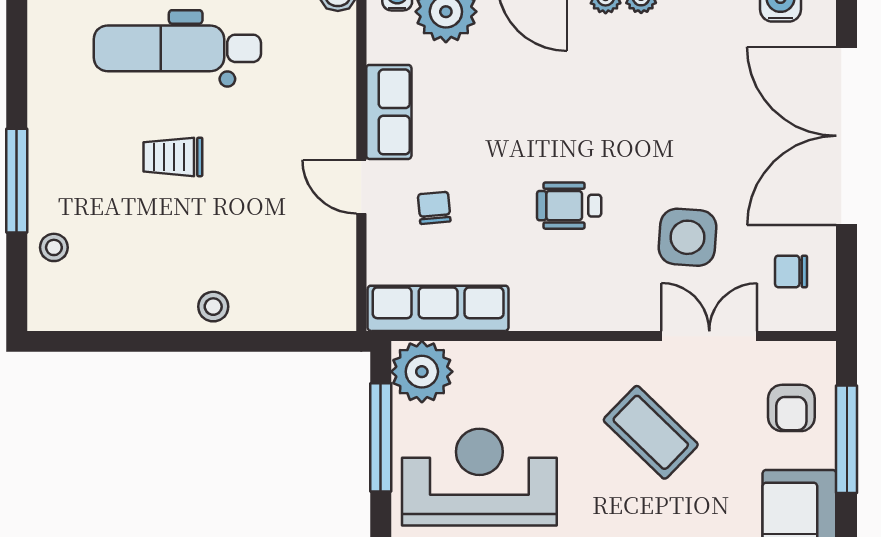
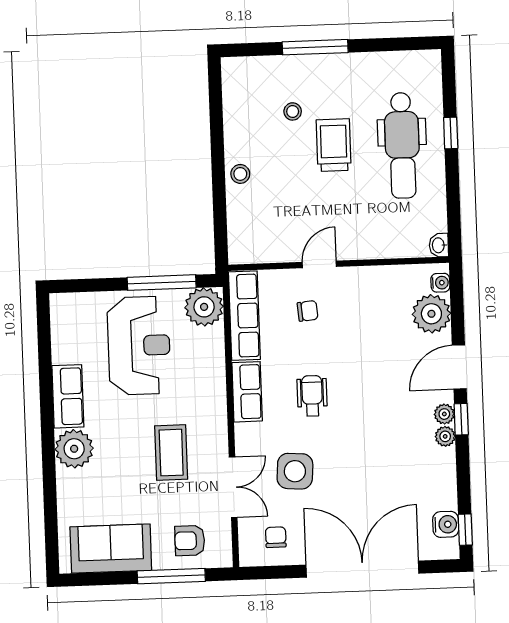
dental chair: (177, 48) -> (402, 145), turned 180
row of seats: (389, 112) -> (247, 392), moved, turned -90
trolley: (173, 157) -> (334, 145), width x1.36, depth x1.39
stool: (54, 247) -> (293, 111), moved
coffee table: (651, 432) -> (171, 453), turned -44

